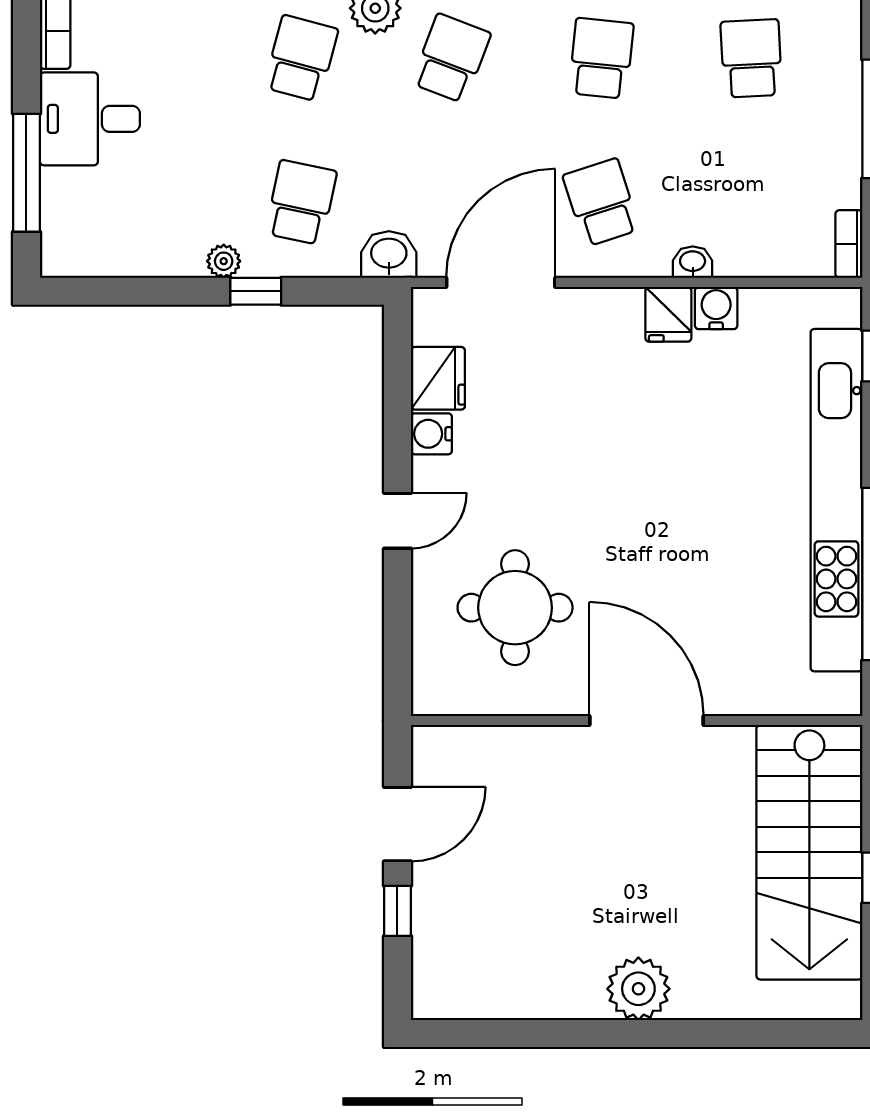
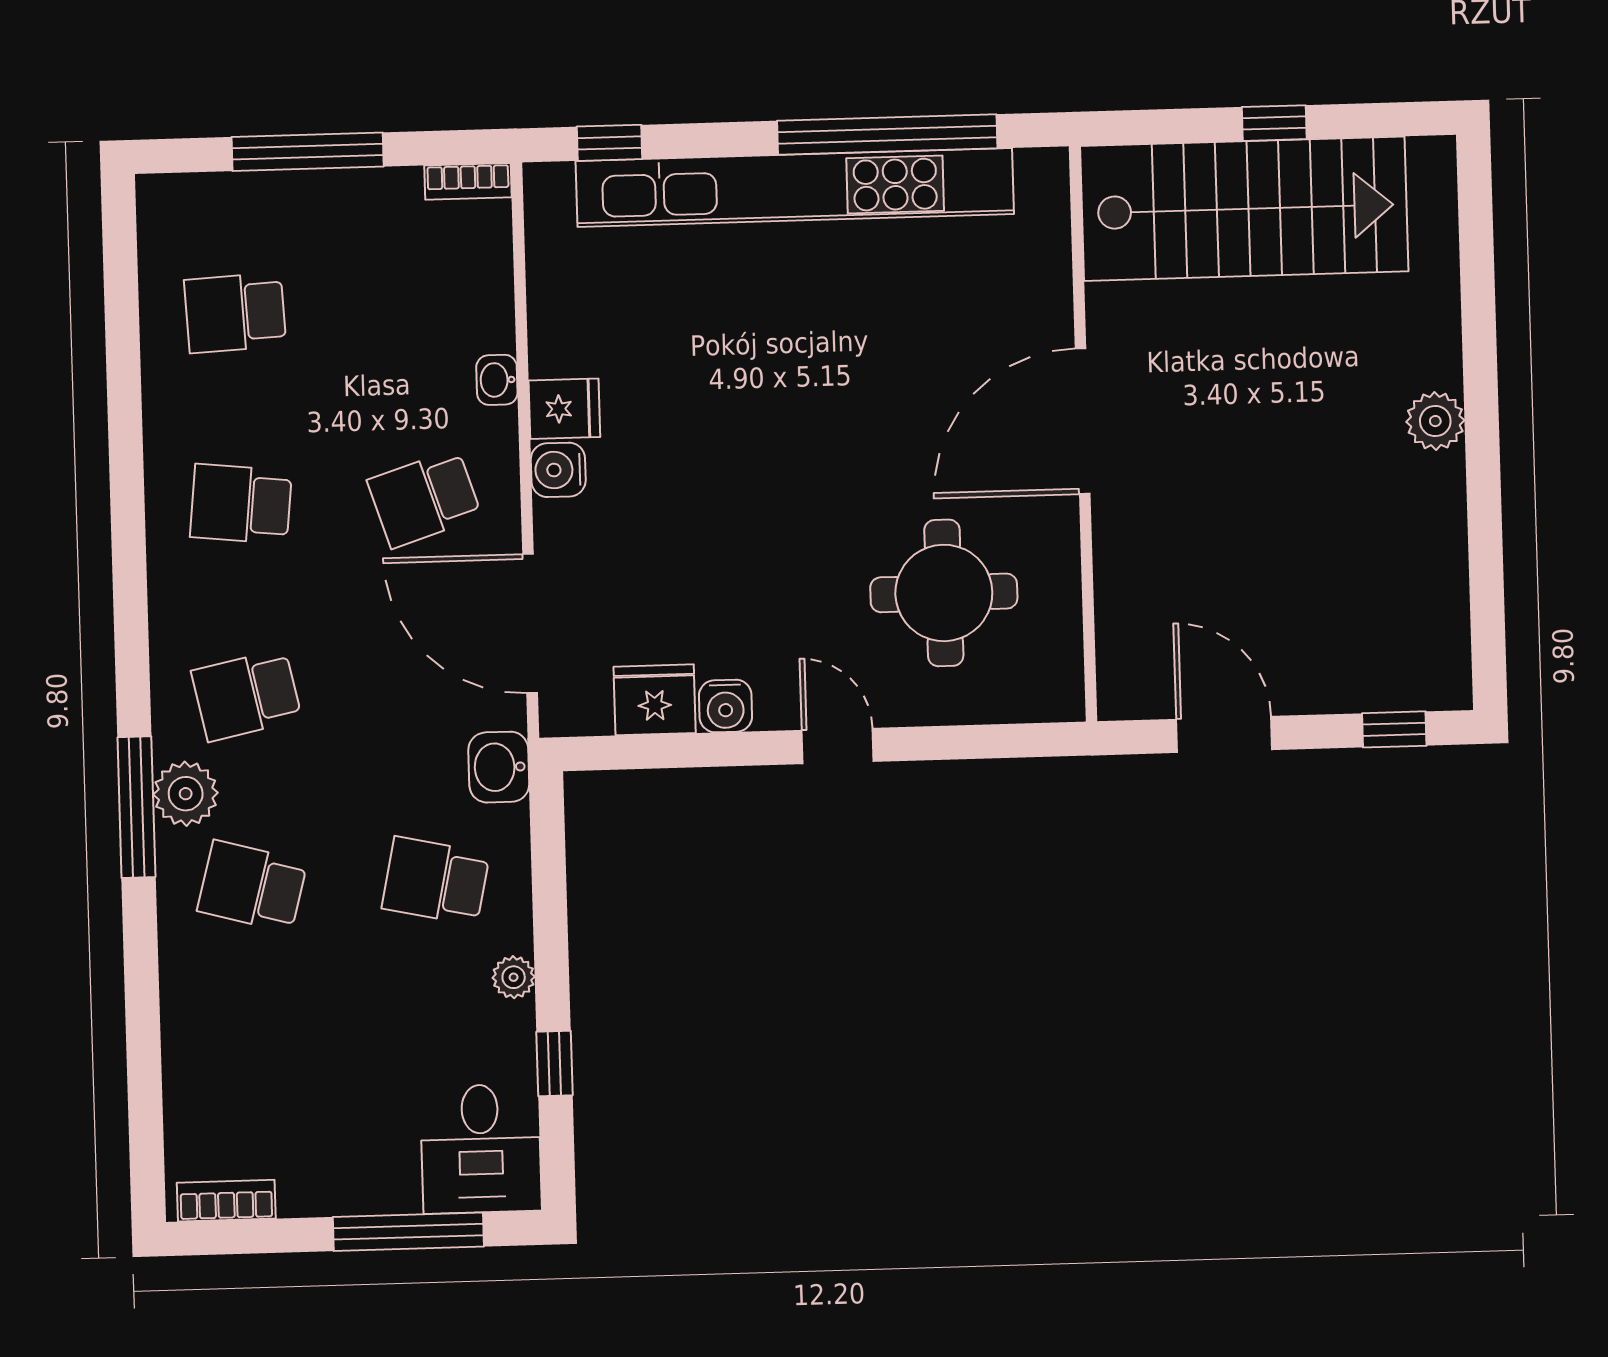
school desk: (451, 58) -> (247, 695), turned -33
desk: (90, 119) -> (481, 1149), moved
window: (256, 291) -> (554, 1063), moved
water cooler: (716, 308) -> (558, 470), moved
window: (397, 911) -> (1394, 729), moved
plant: (638, 989) -> (1435, 421), width x0.73, depth x0.73

